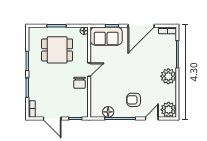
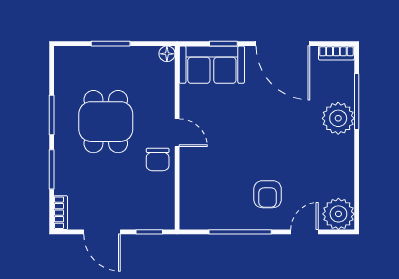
door: (141, 26) -> (283, 44), hinge flipped
dining table: (57, 50) -> (106, 122), moved, turned 90
door: (89, 70) -> (177, 133), hinge flipped
plant: (168, 76) -> (338, 118), moved
armchair: (134, 100) -> (268, 194), turned -90
floor lamp: (108, 112) -> (216, 219), removed

